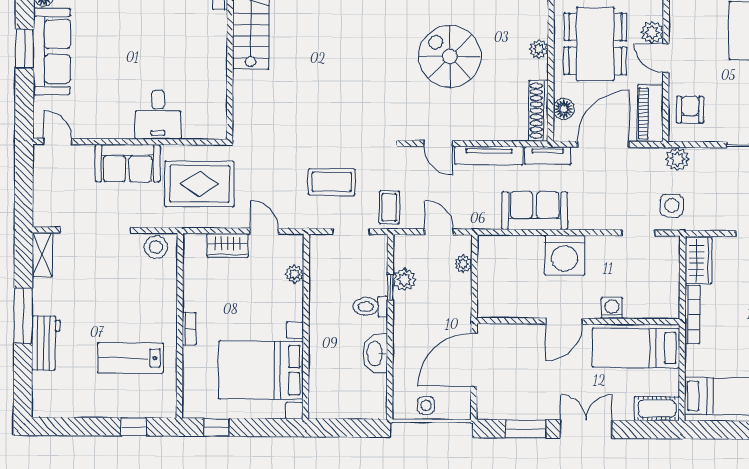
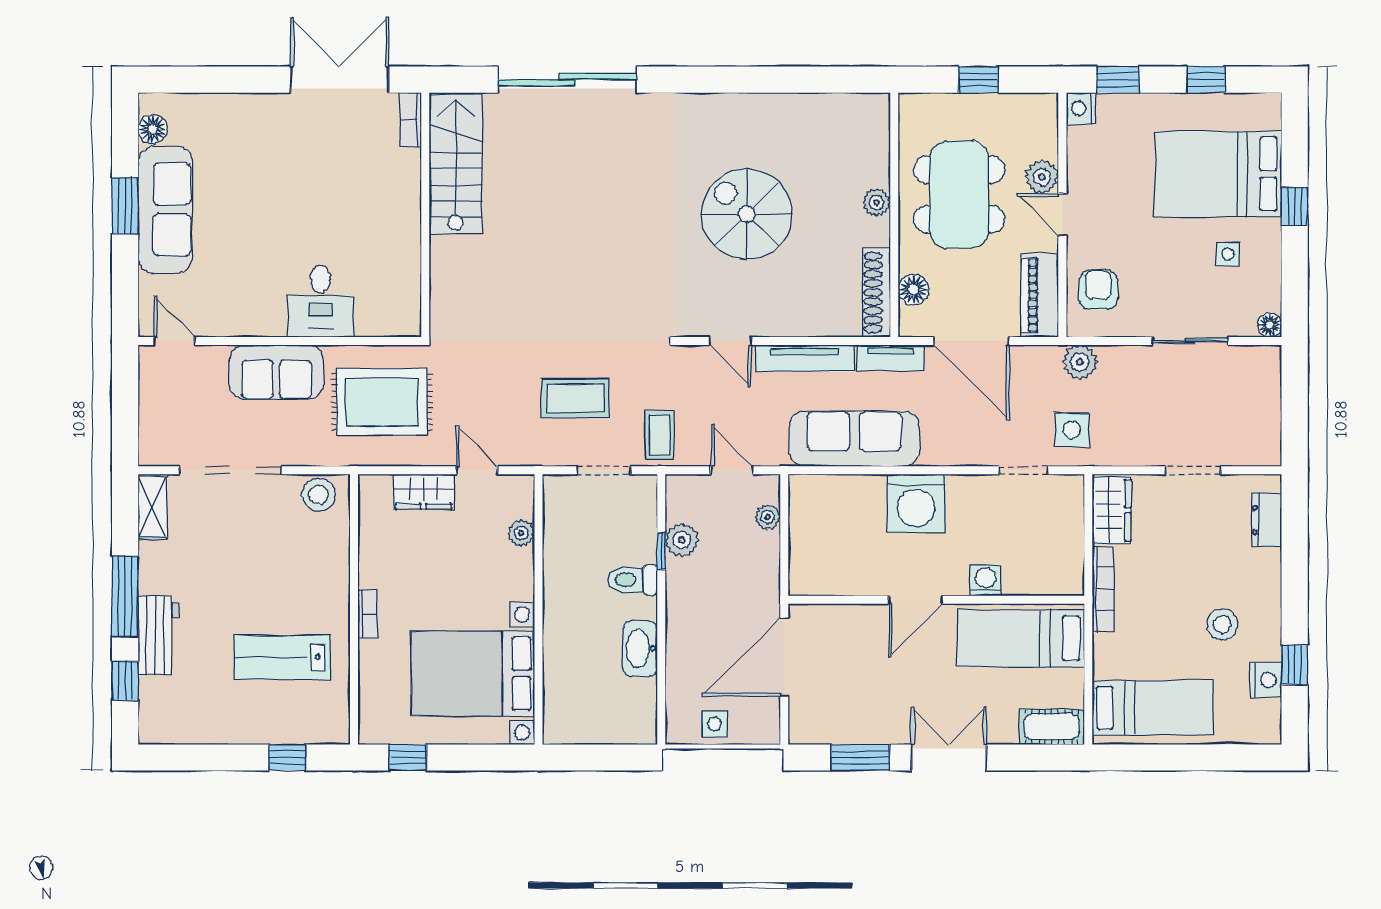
door: (603, 144) -> (971, 341), swing flipped
sofa: (535, 211) -> (854, 439), width x1.36
window: (23, 374) -> (125, 681), added

